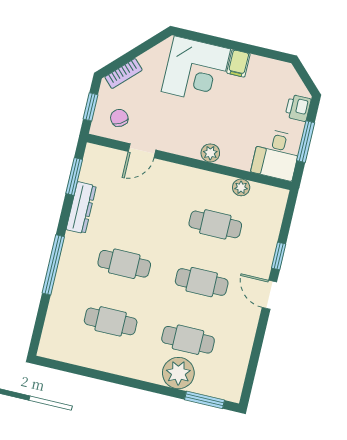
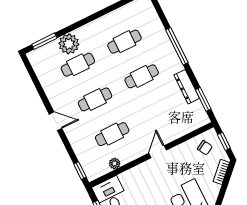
door: (142, 151) -> (158, 152), moved
plant: (210, 153) -> (144, 168), removed
window: (279, 256) -> (80, 171), moved

